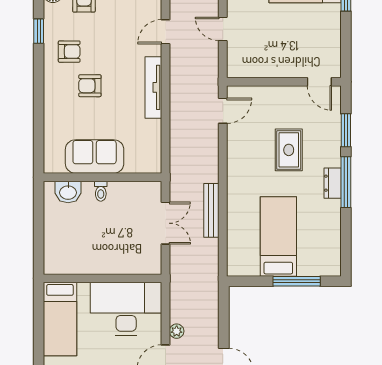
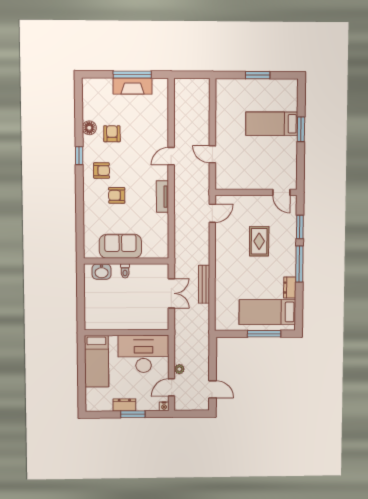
tv unit: (153, 87) -> (162, 197), width x0.71
dresser: (333, 183) -> (290, 288), moved
bed: (278, 237) -> (267, 312), moved, turned -90

